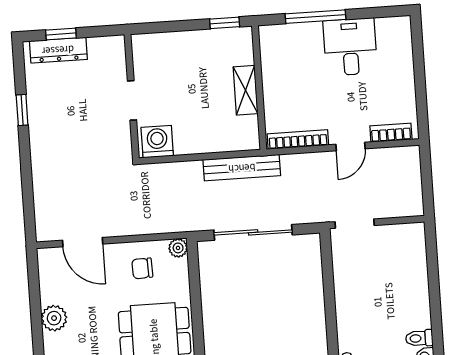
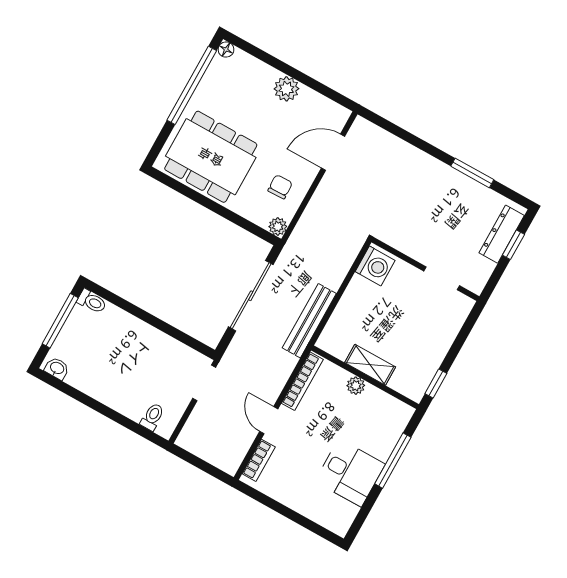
plant: (272, 91) -> (356, 386), added
doorway: (132, 100) -> (442, 278), moved
window: (22, 110) -> (472, 173), width x1.50
toilet: (419, 338) -> (152, 417), moved

